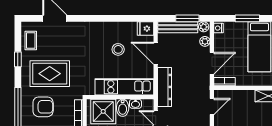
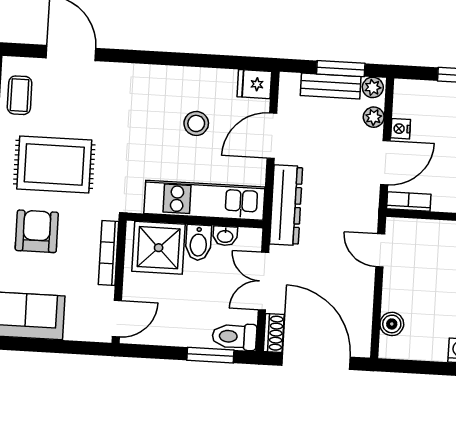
bench: (178, 27) -> (331, 86), width x0.73
nightstand: (218, 28) -> (401, 129), moved
door: (156, 53) -> (272, 136), hinge flipped
door: (212, 106) -> (380, 250), swing flipped
armchair: (43, 107) -> (37, 231), turned -90

